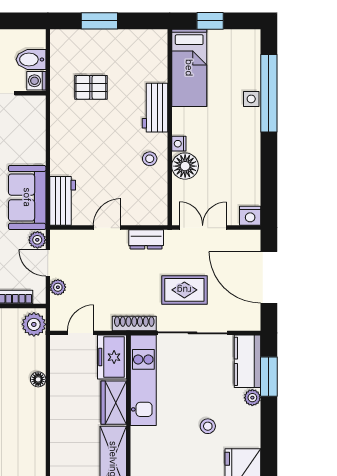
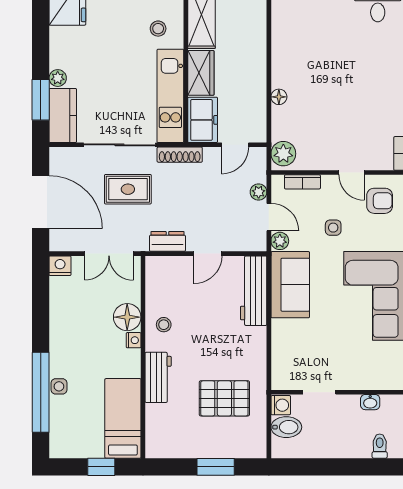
pallet: (91, 87) -> (224, 398), width x1.50, depth x1.42
workbench: (63, 201) -> (254, 291), width x1.38
stool: (208, 426) -> (158, 29), moved

